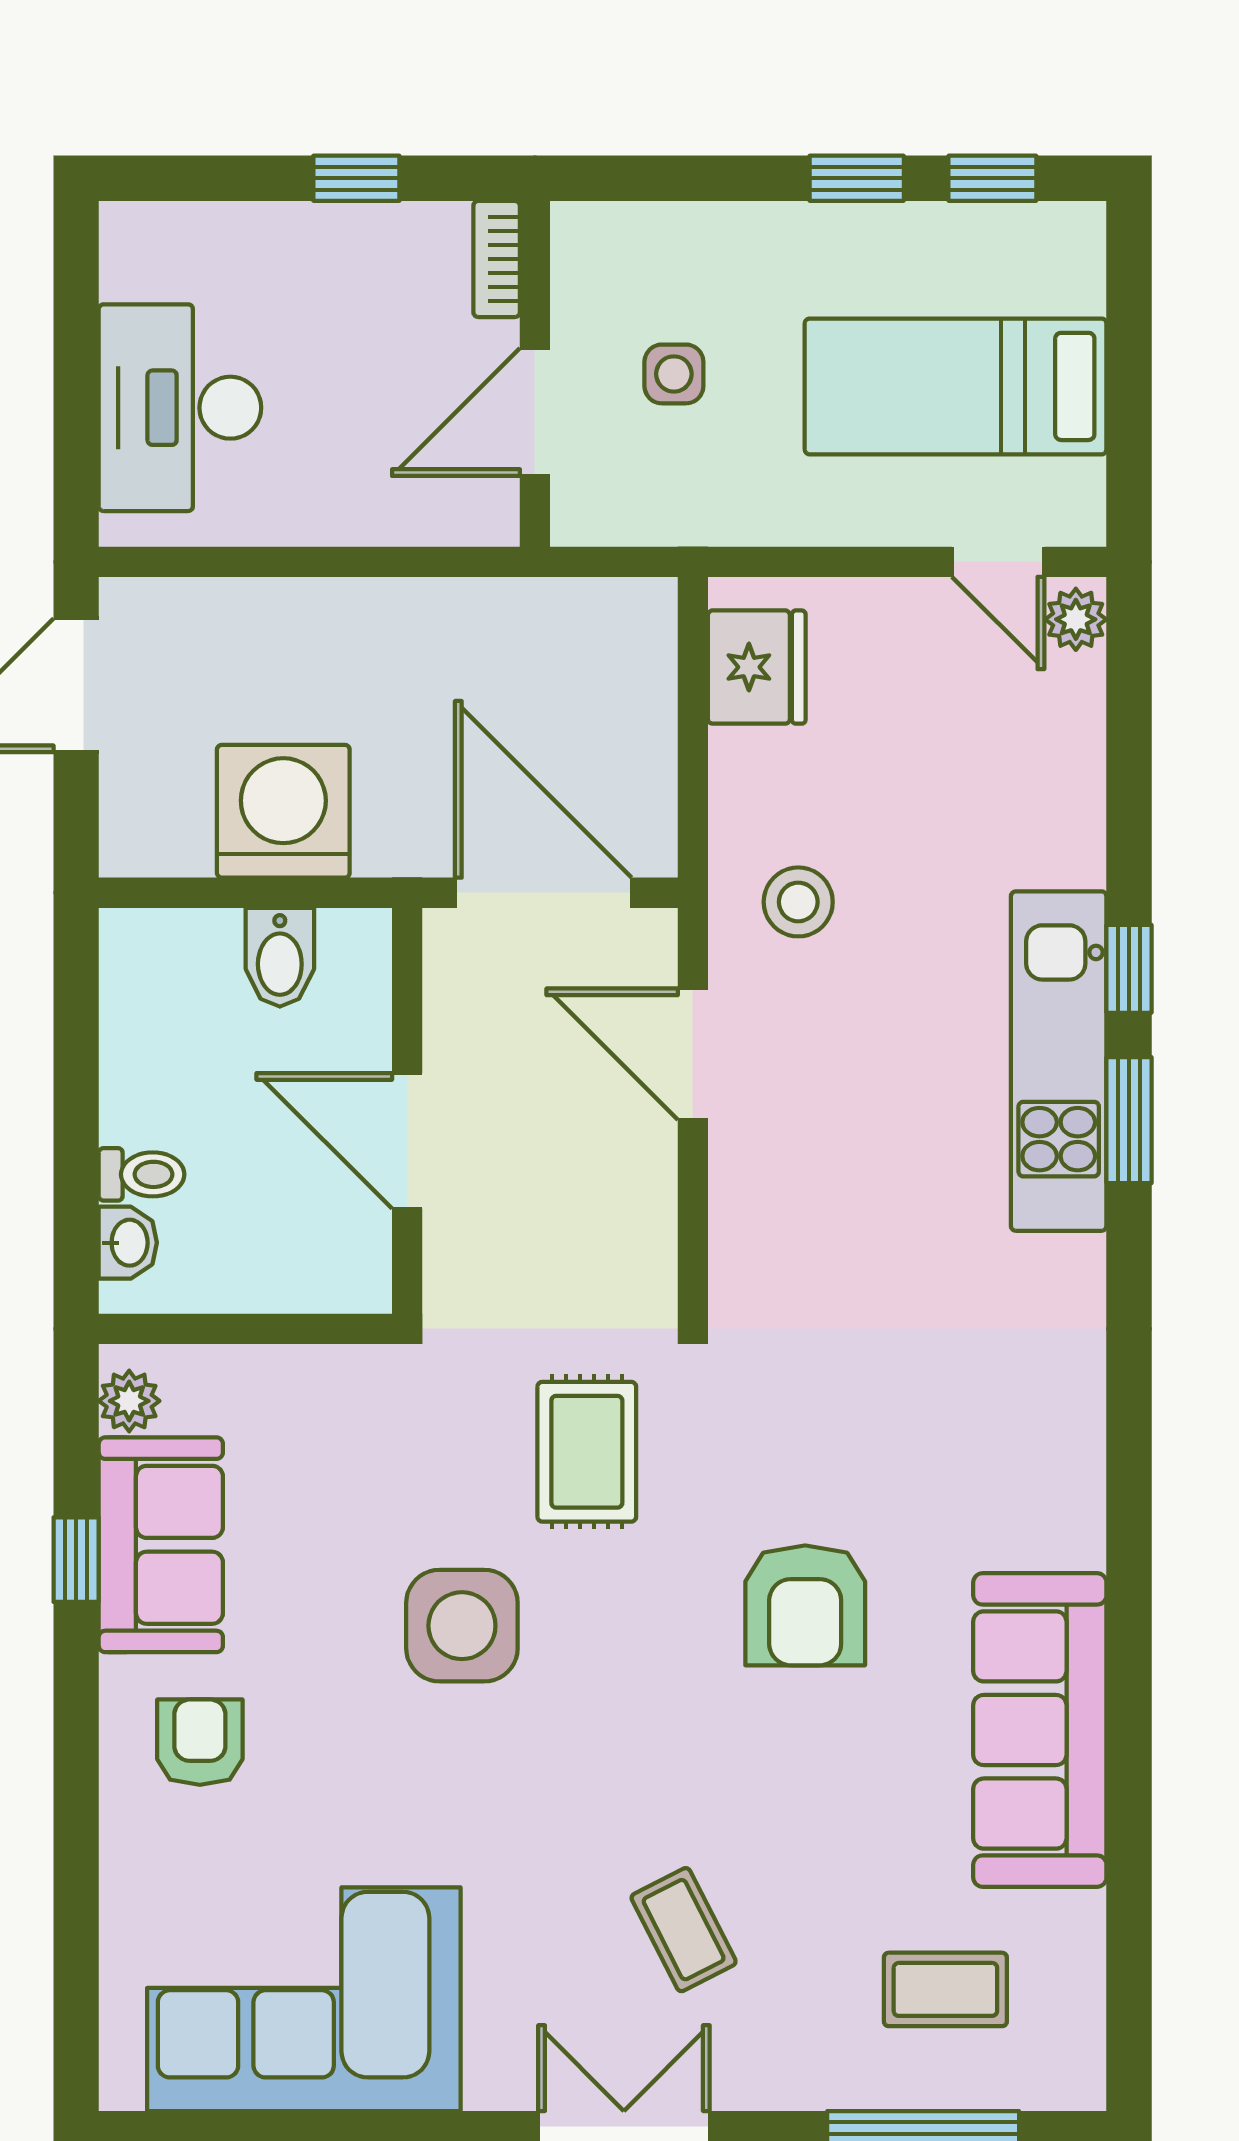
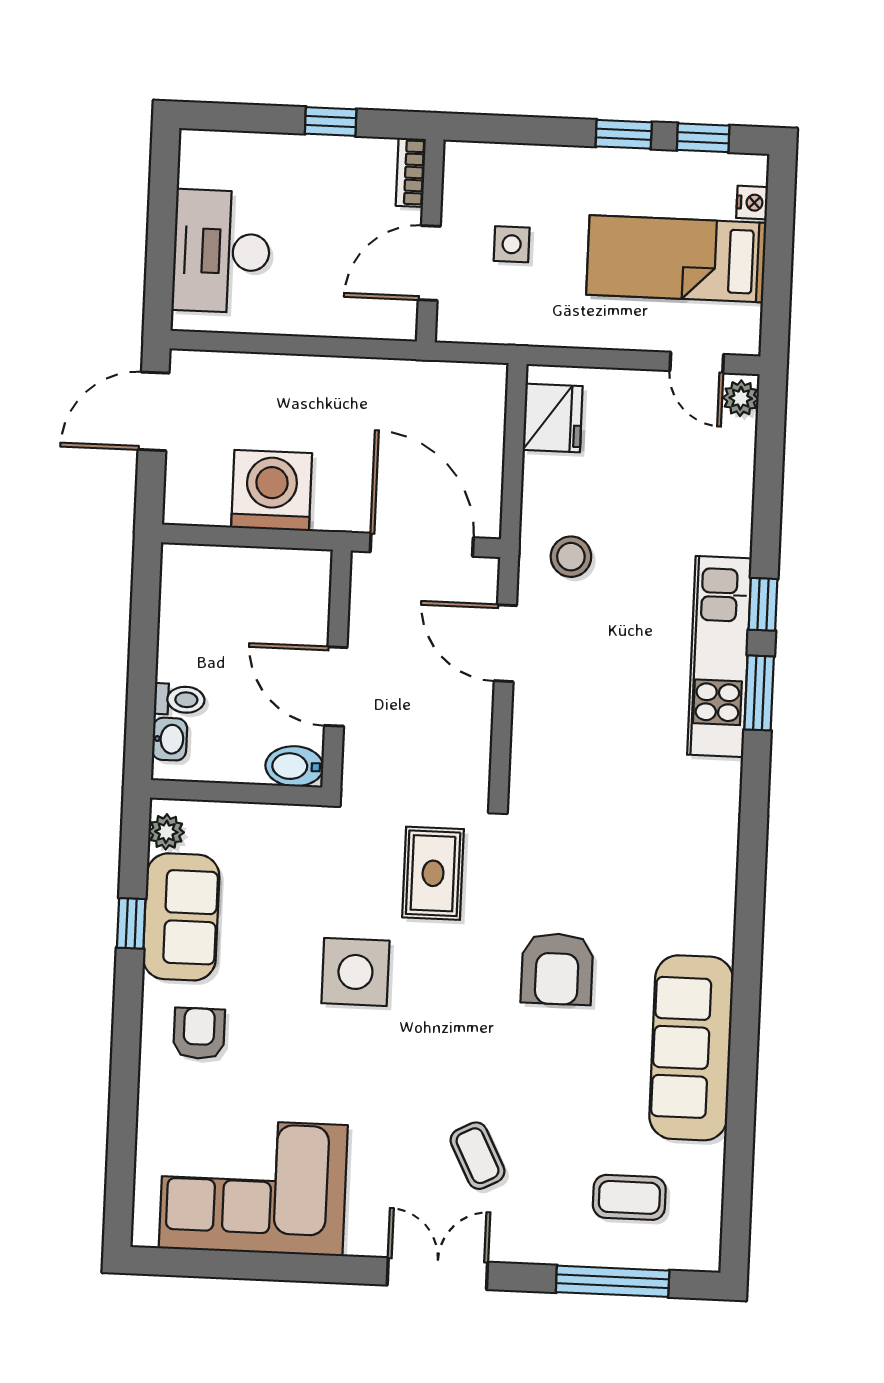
nightstand: (1081, 285) -> (752, 203), added
bidet: (280, 957) -> (294, 766), moved, turned 90

